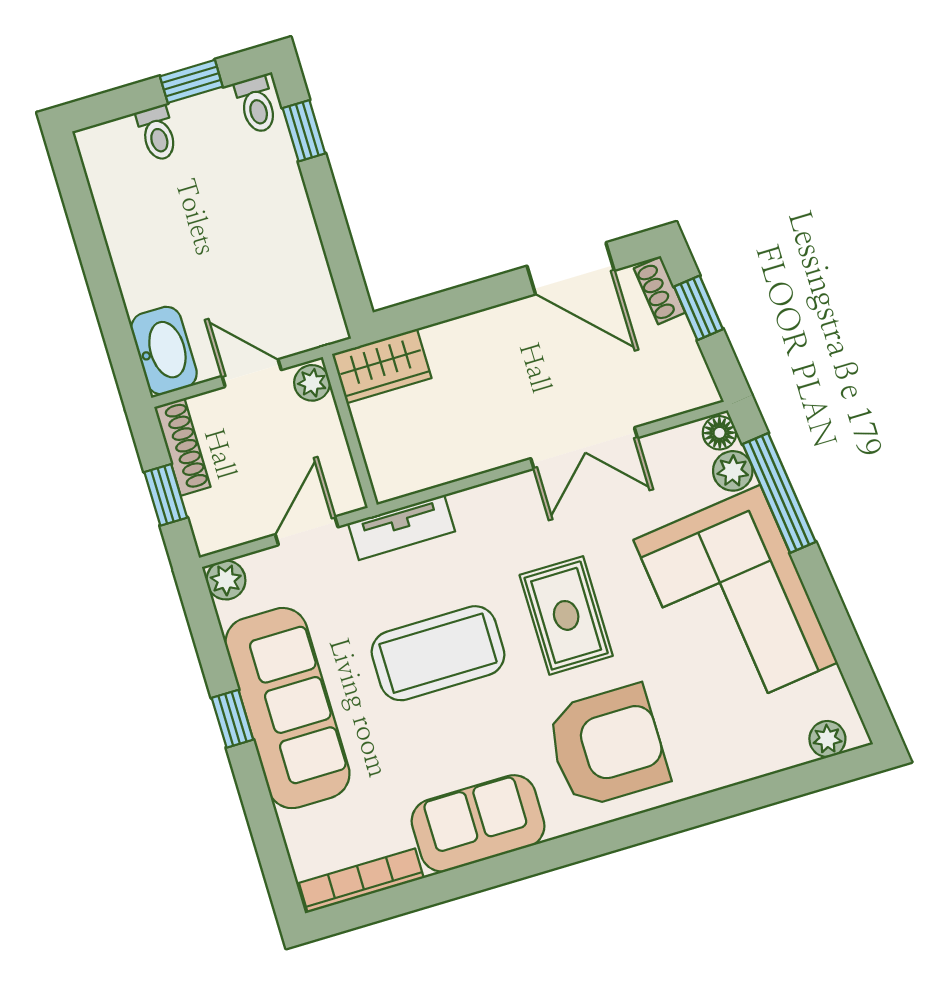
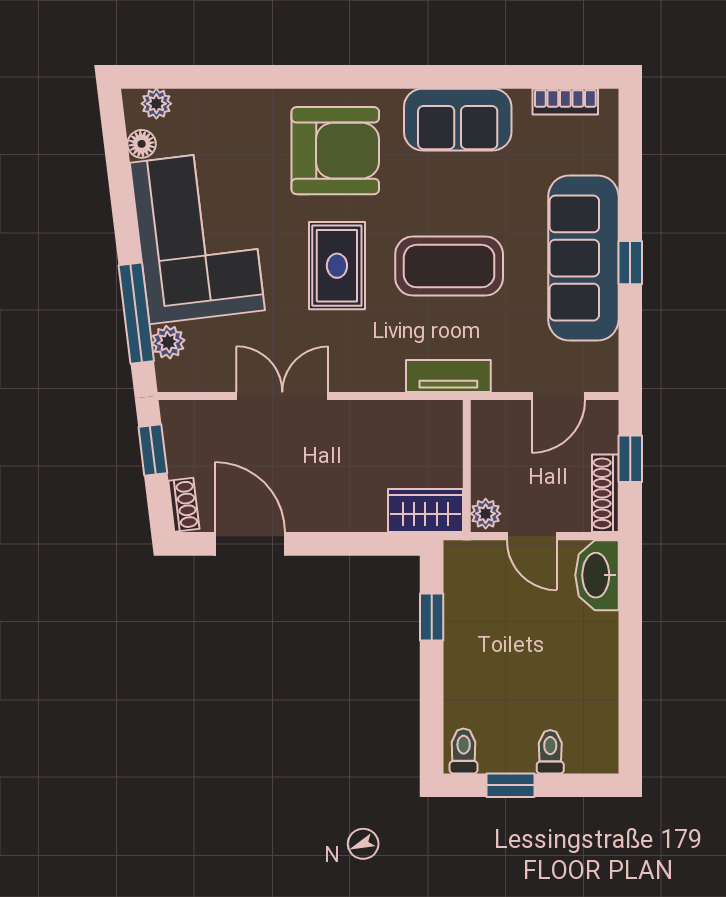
window: (304, 131) -> (432, 617), moved
window: (699, 308) -> (153, 450), moved
floor lamp: (720, 433) -> (142, 144), moved
door: (307, 531) -> (558, 396), moved
plant: (226, 580) -> (602, 376), removed
armchair: (607, 746) -> (335, 151), turned 180
bookcase: (361, 881) -> (565, 102), width x0.64

